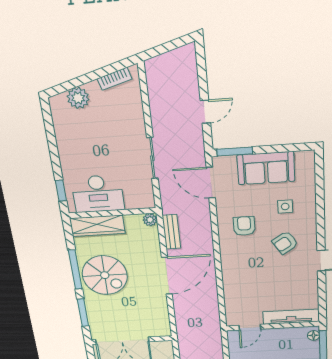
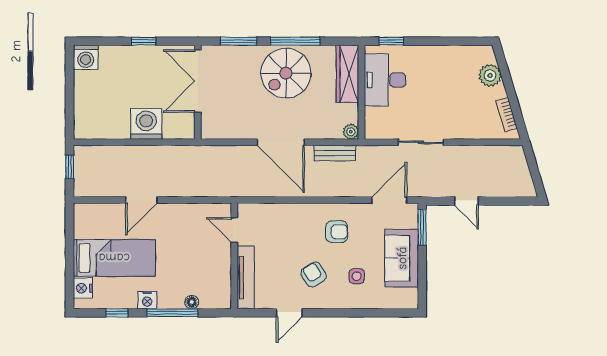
tv unit: (291, 317) -> (246, 277), moved
wall: (273, 326) -> (234, 256), moved
door: (250, 327) -> (234, 230), moved

